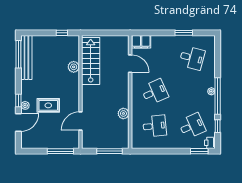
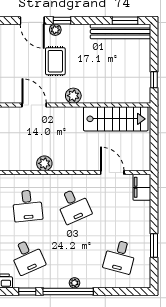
window: (18, 54) -> (125, 21), width x0.69
door: (130, 64) -> (112, 173), swing flipped
plant: (74, 67) -> (73, 96), moved

